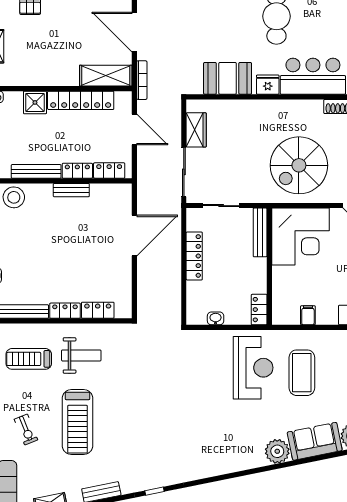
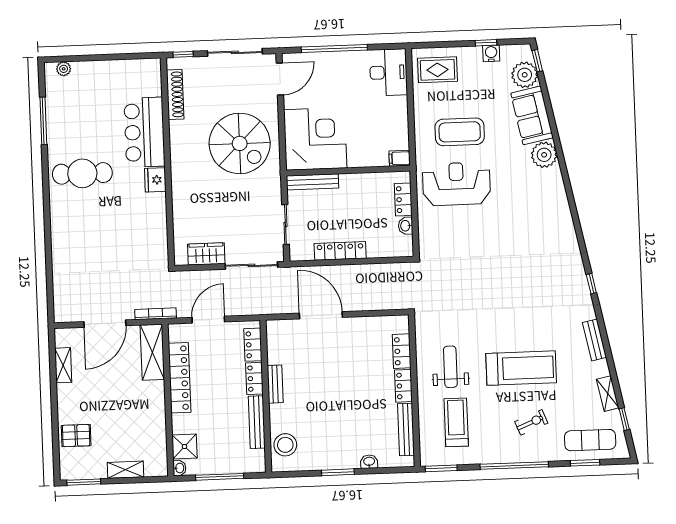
booth: (228, 78) -> (150, 223), removed
shower: (35, 102) -> (184, 446), moved
locker: (259, 310) -> (403, 199), moved, turned 90
filing cabinet: (308, 315) -> (400, 158), moved
treadmill: (29, 359) -> (456, 422), turned 180

